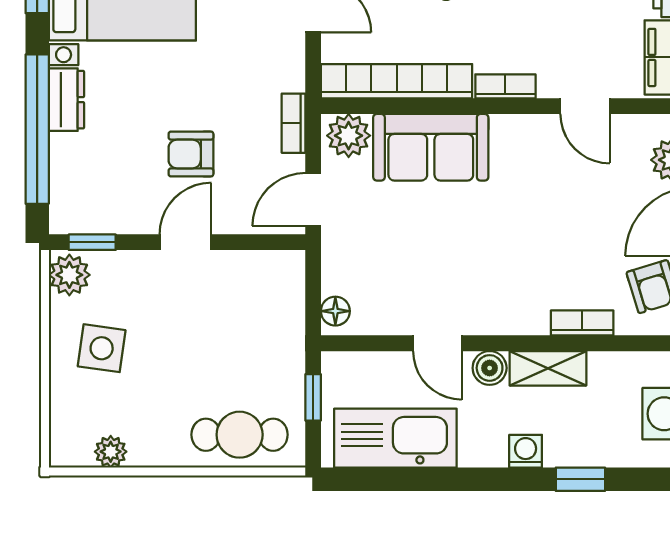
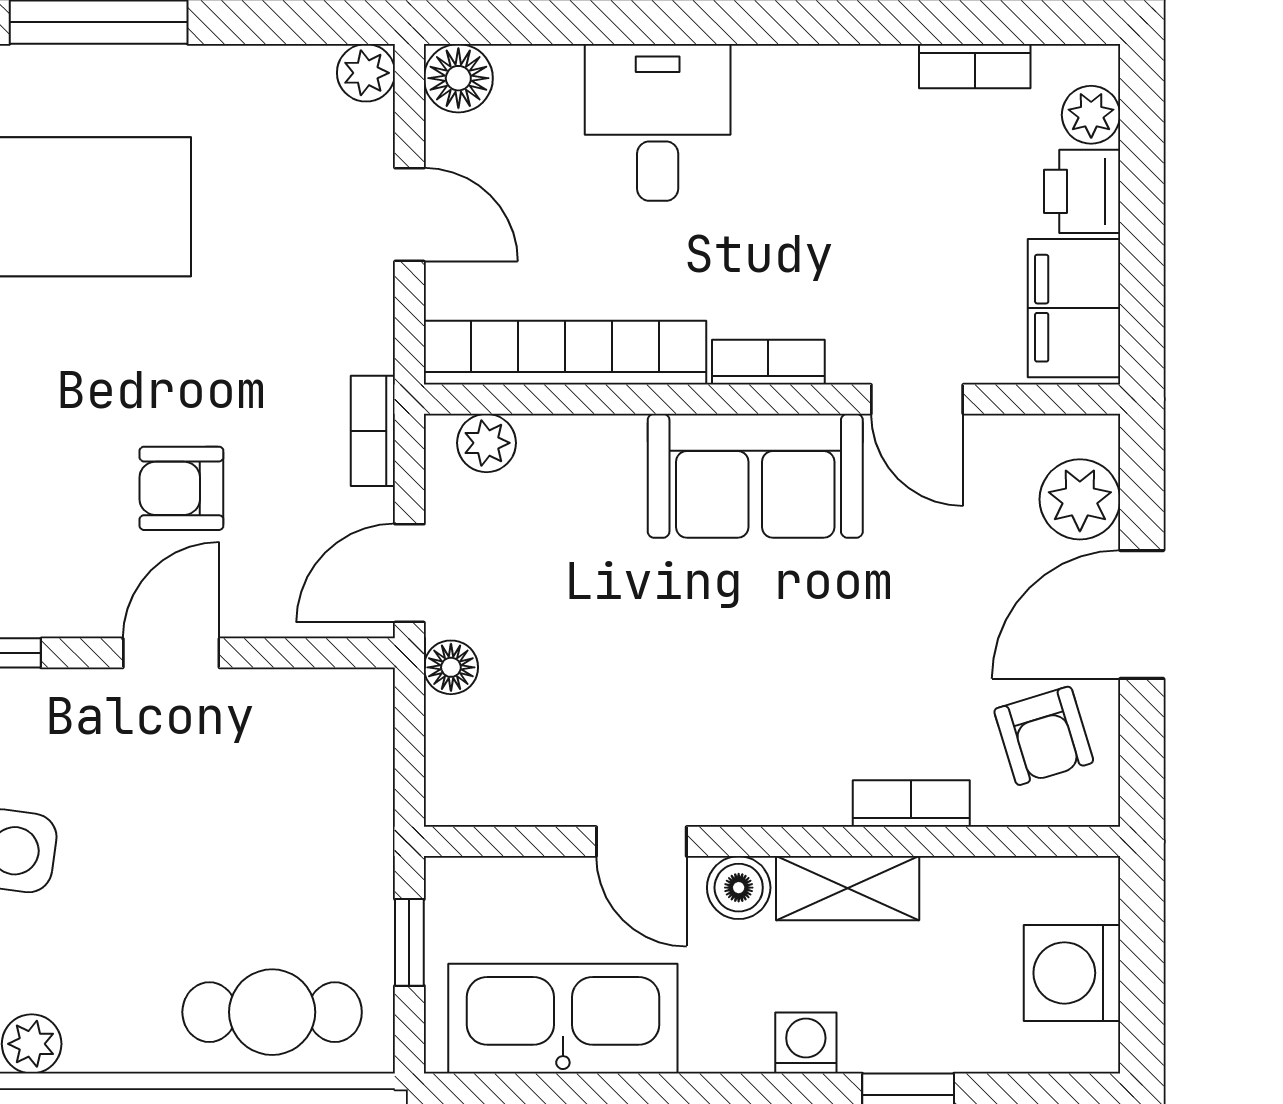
plant: (349, 136) -> (486, 443), width x0.73, depth x0.73
sofa: (431, 147) -> (755, 476), moved
floor lamp: (335, 311) -> (451, 667), moved

